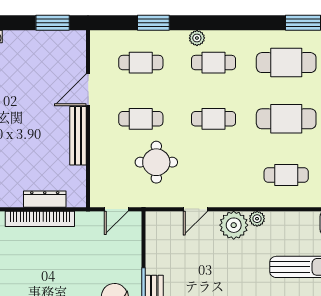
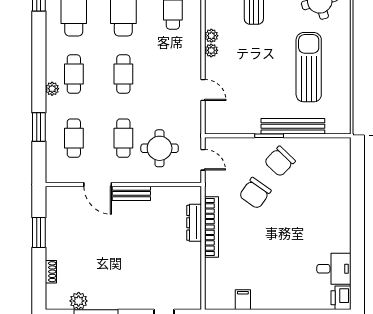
window: (53, 23) -> (39, 233), moved
bench: (78, 136) -> (131, 193), width x0.73
round table: (156, 162) -> (160, 148), moved
plant: (234, 225) -> (211, 50), width x0.53, depth x0.53
chair: (78, 268) -> (255, 193), added

